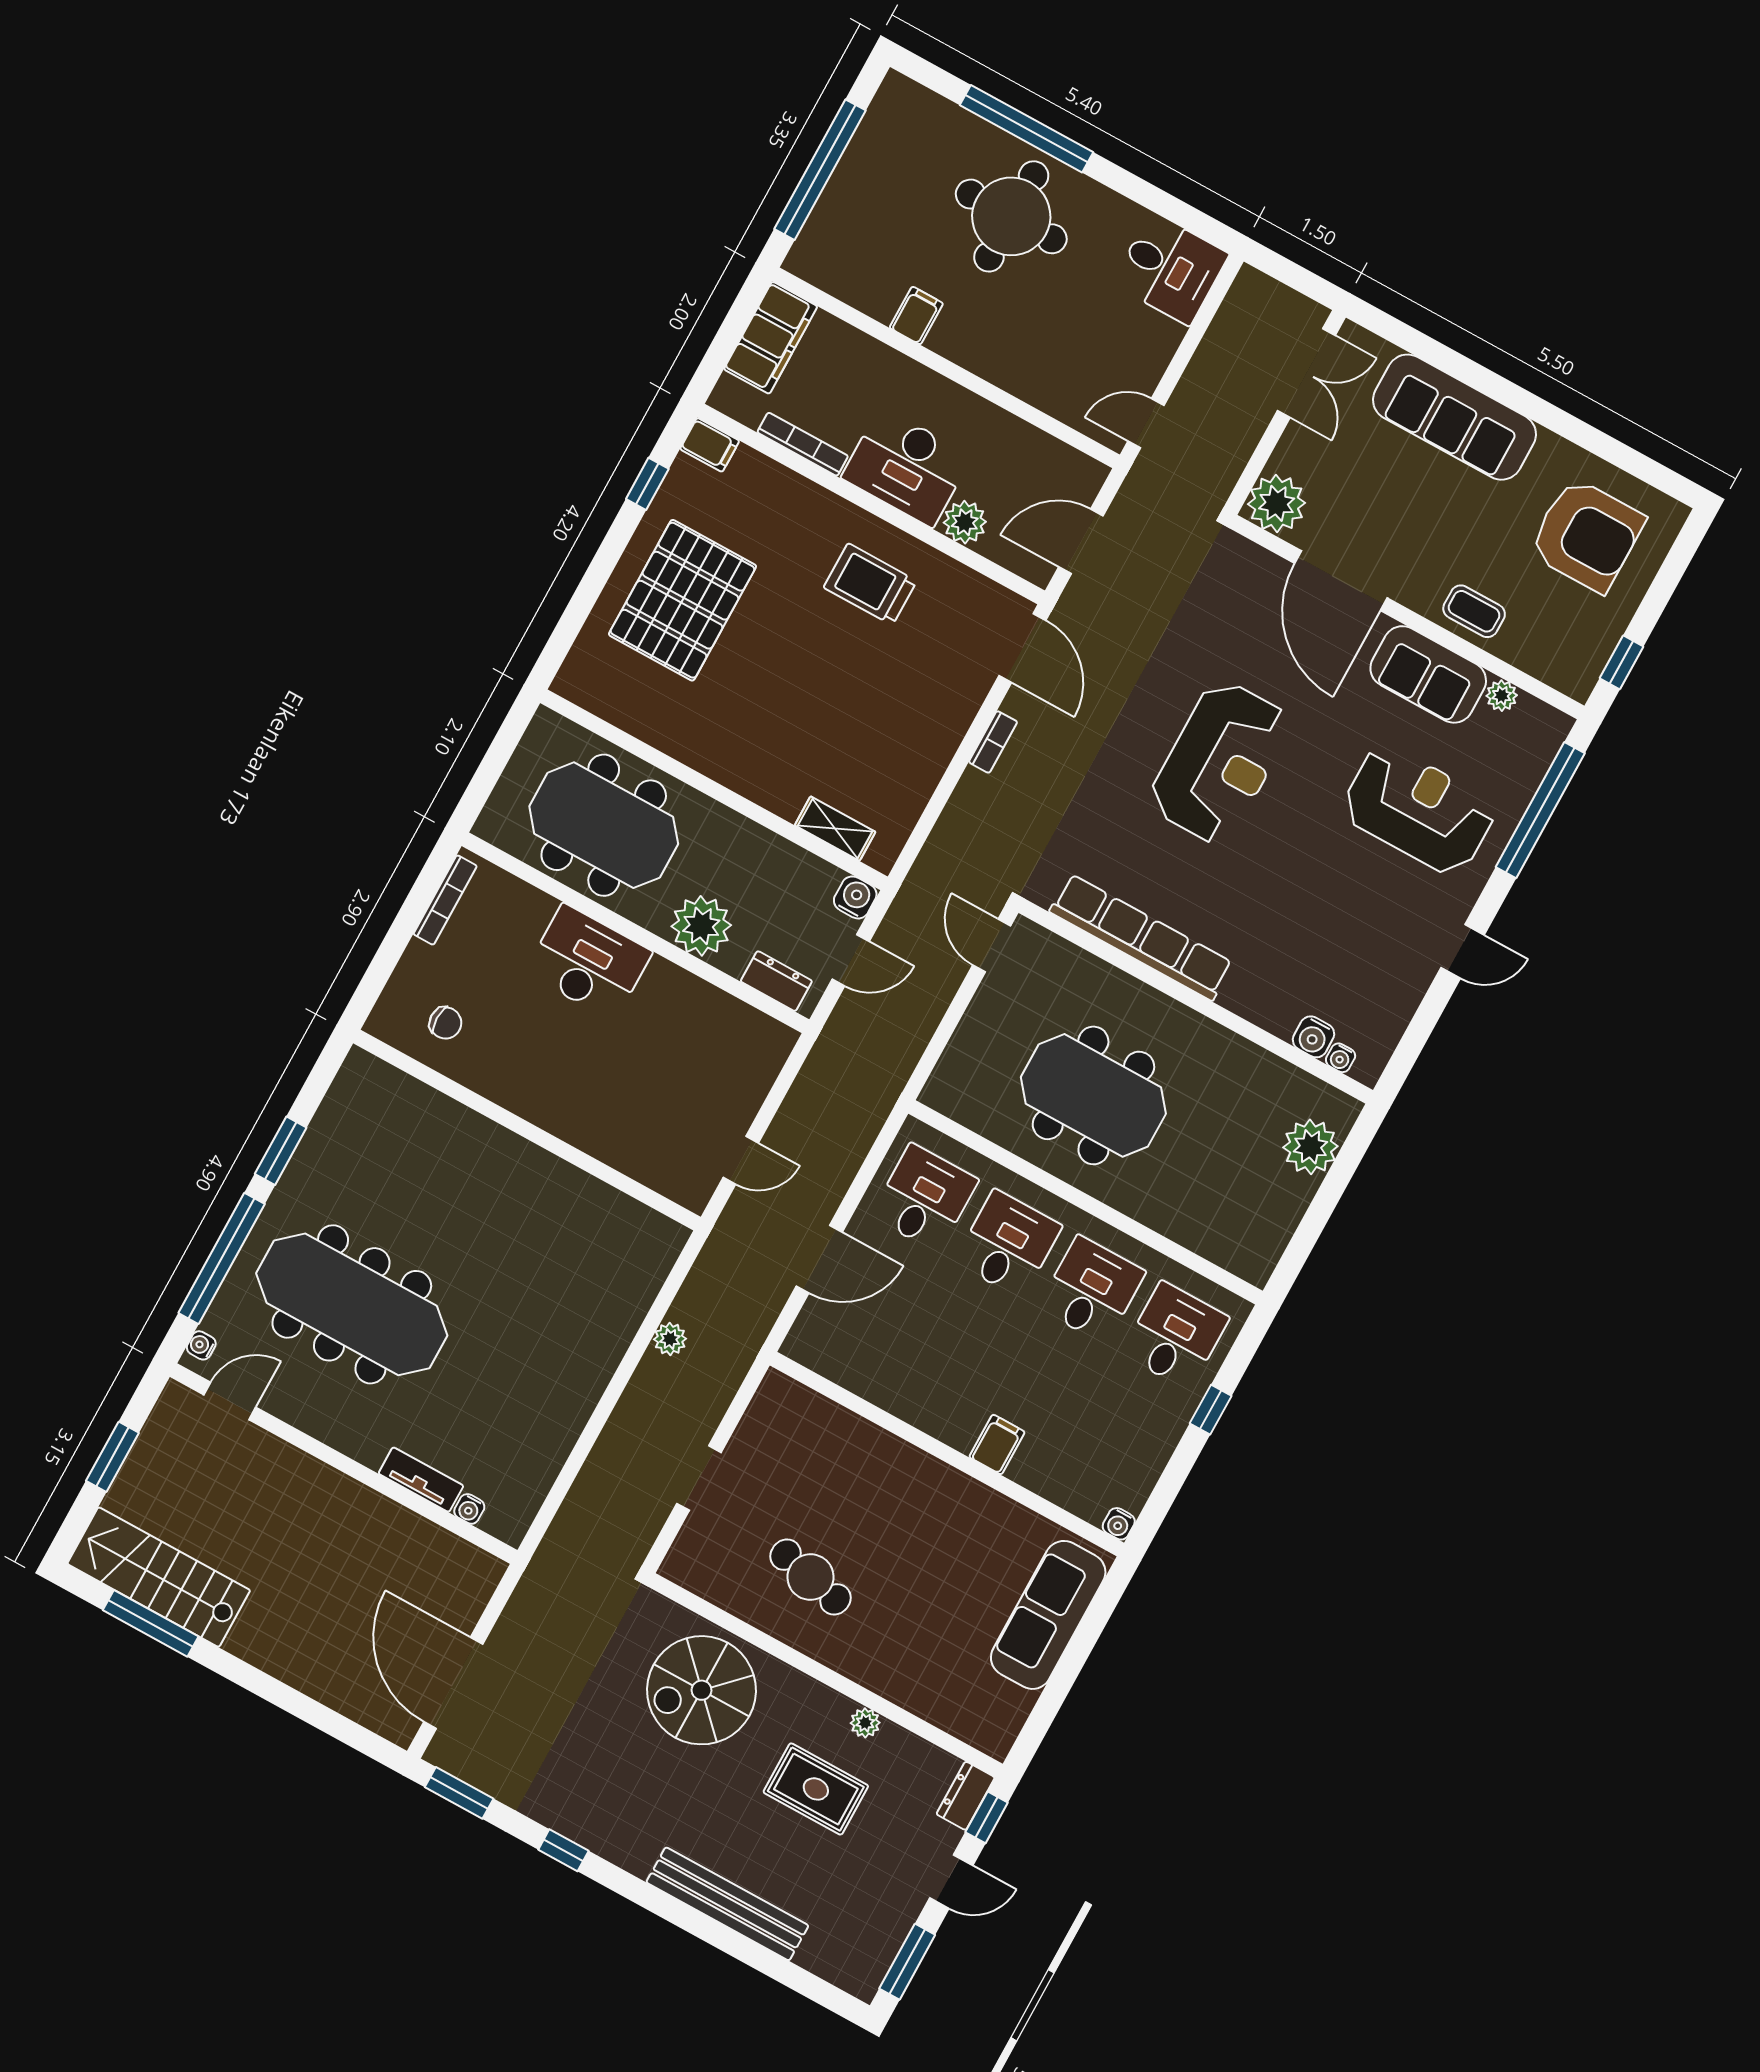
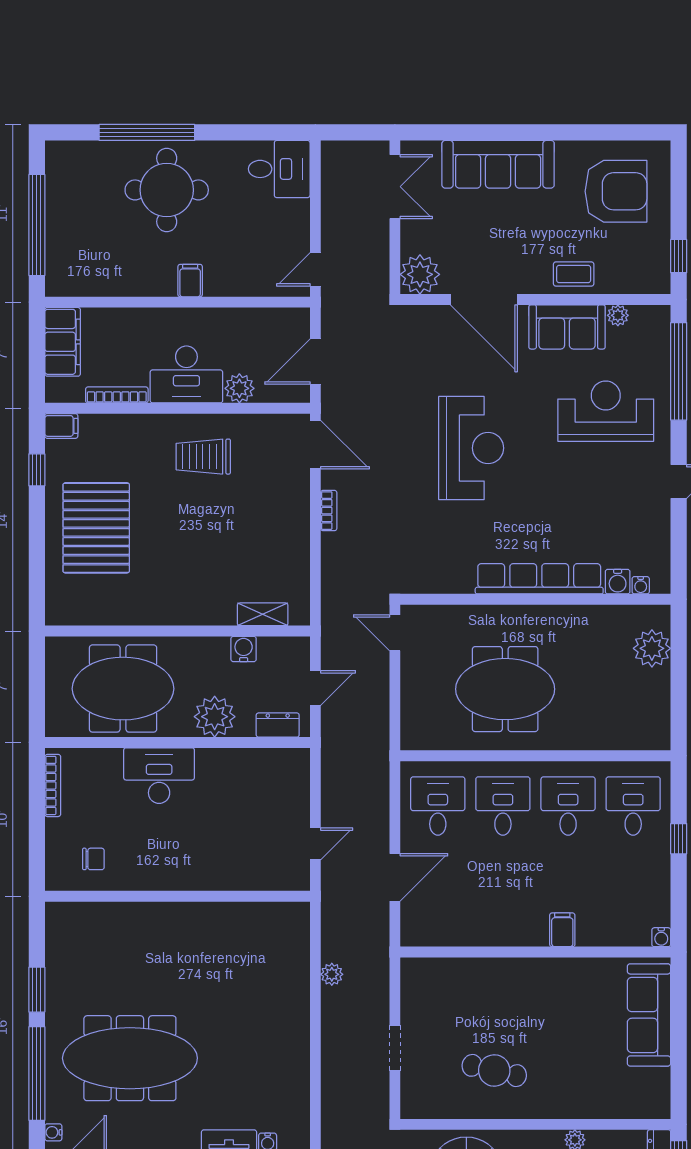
filing cabinet: (916, 316) -> (190, 281), moved
water cooler: (855, 897) -> (244, 649), moved
row of seats: (1141, 937) -> (539, 579), moved

